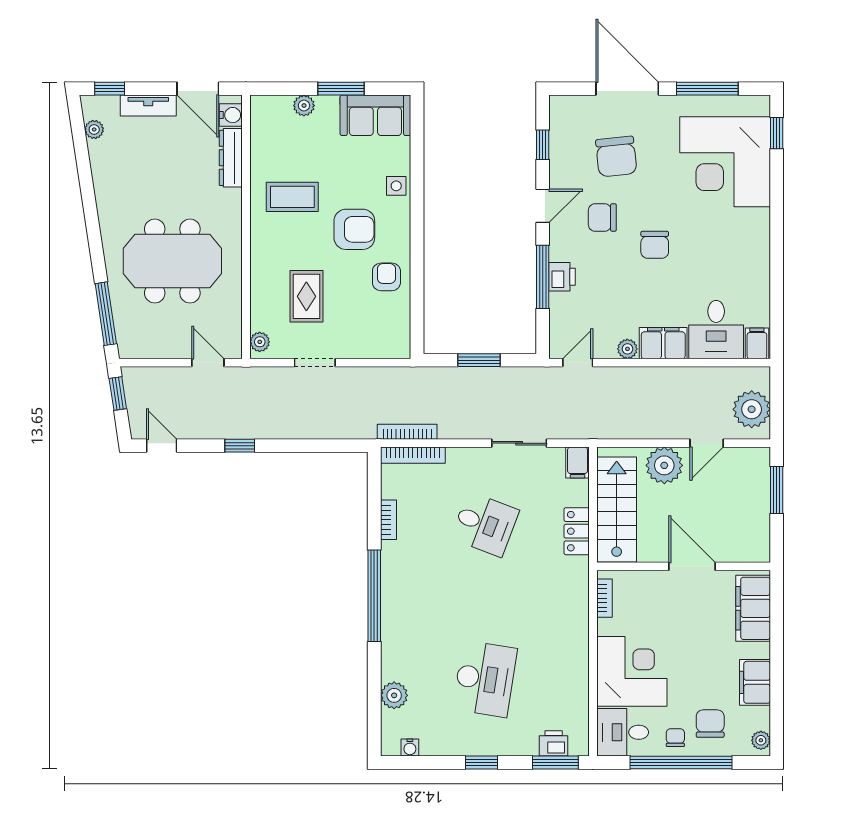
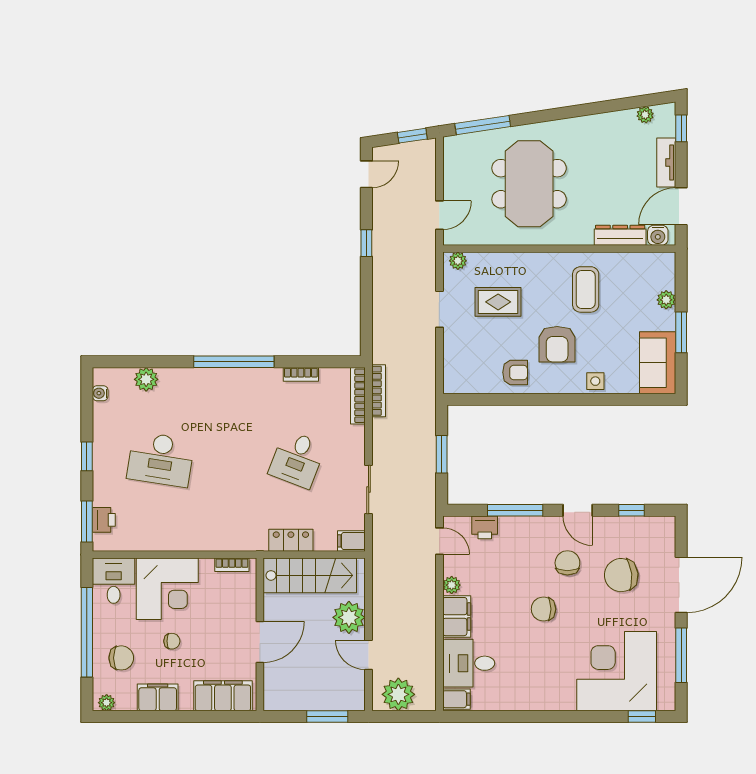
printer: (562, 277) -> (485, 527), moved
chair: (675, 738) -> (172, 641), moved

